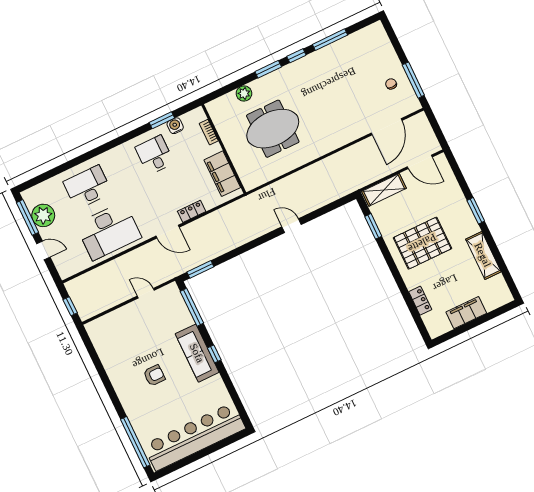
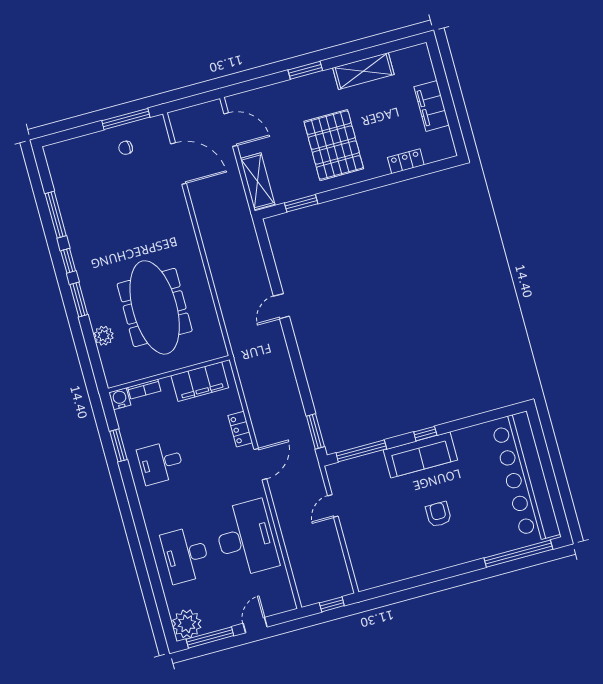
water cooler: (175, 126) -> (120, 399), moved, turned 90
meeting table: (273, 129) -> (155, 307), width x1.36
door: (420, 162) -> (231, 130), hinge flipped
plant: (43, 215) -> (187, 624), moved

